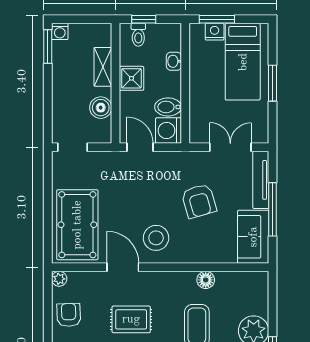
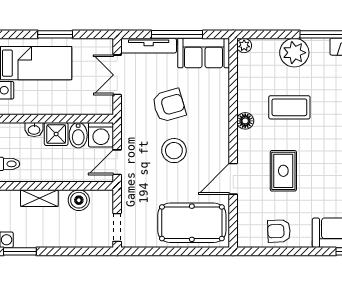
shower: (131, 78) -> (56, 134), moved
stool: (156, 238) -> (174, 151), moved
plant: (59, 279) -> (244, 45), moved
floor lamp: (206, 280) -> (245, 121), moved

